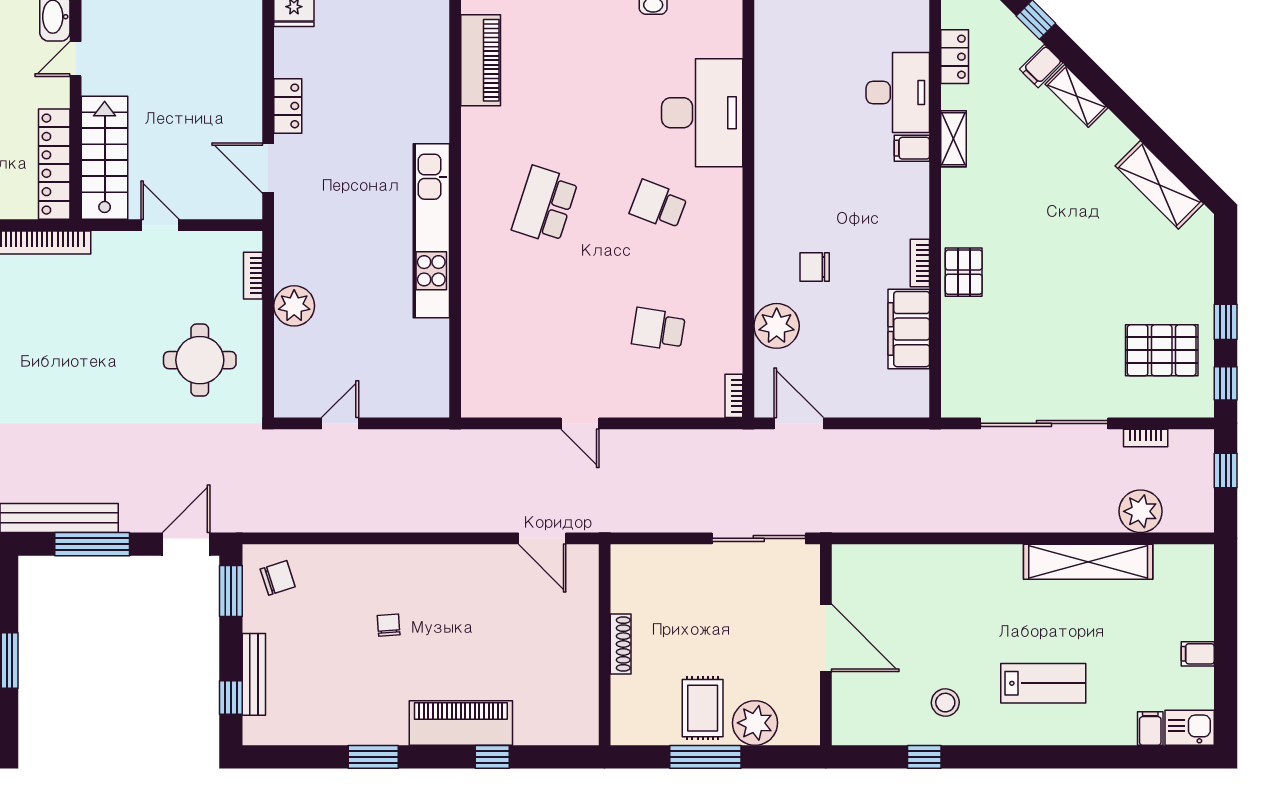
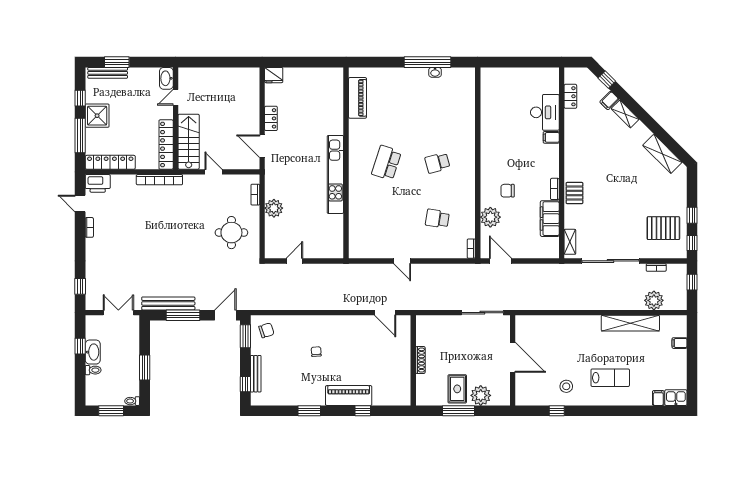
desk: (702, 113) -> (457, 121), removed
shelving: (954, 139) -> (570, 242), moved
school desk: (658, 205) -> (437, 163), turned -36
filing cabinet: (1198, 654) -> (680, 343), moved

